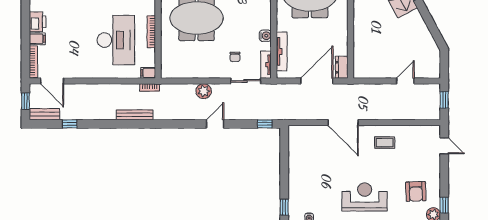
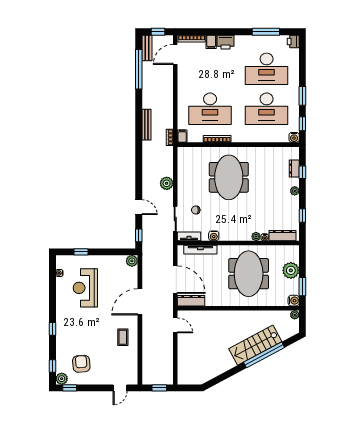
dresser: (342, 67) -> (191, 301), width x1.44
door: (405, 81) -> (175, 325), moved
window: (70, 124) -> (139, 69), width x3.17
door: (215, 124) -> (139, 207), moved
plant: (295, 132) -> (132, 261), added
armchair: (416, 191) -> (81, 364), turned 87
reception desk: (365, 197) -> (85, 288), moved, turned 180
window: (284, 207) -> (81, 252), moved

